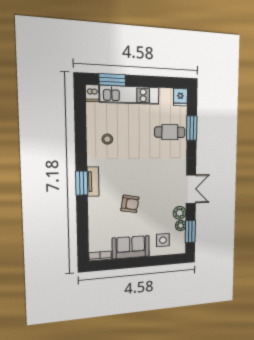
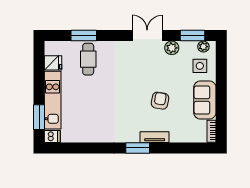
fridge: (180, 97) -> (53, 63), moved
stool: (107, 139) -> (95, 123), removed
tv unit: (93, 182) -> (155, 137), moved
plant: (181, 226) -> (203, 47), moved

